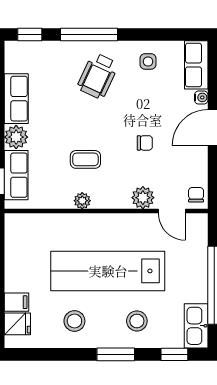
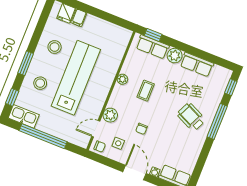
side table: (148, 61) -> (118, 143), moved

